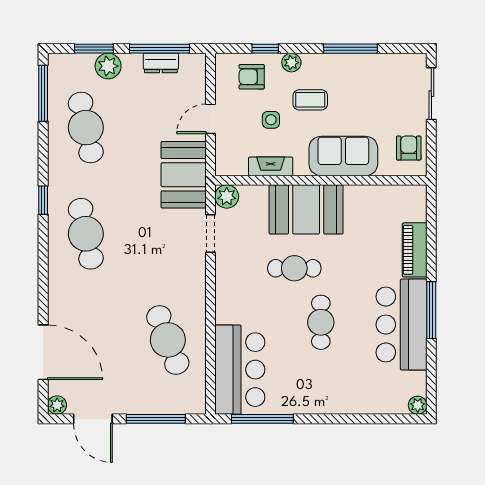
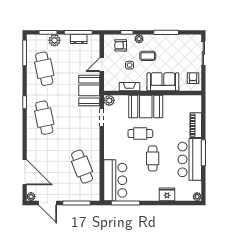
fridge: (352, 400) -> (167, 194), added

